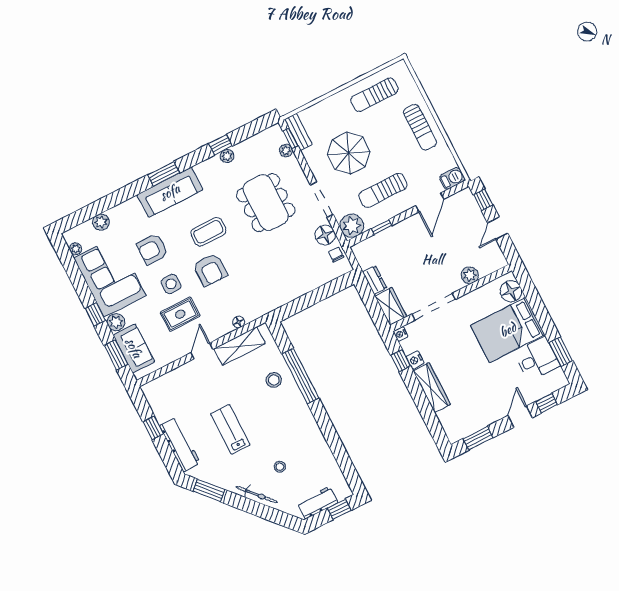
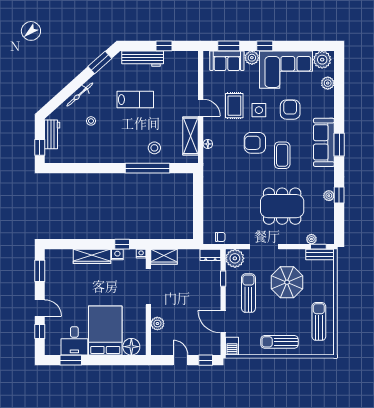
floor lamp: (325, 235) -> (238, 236), removed
plant: (75, 249) -> (322, 60), width x1.88, depth x1.88
dresser: (375, 280) -> (210, 255), moved

